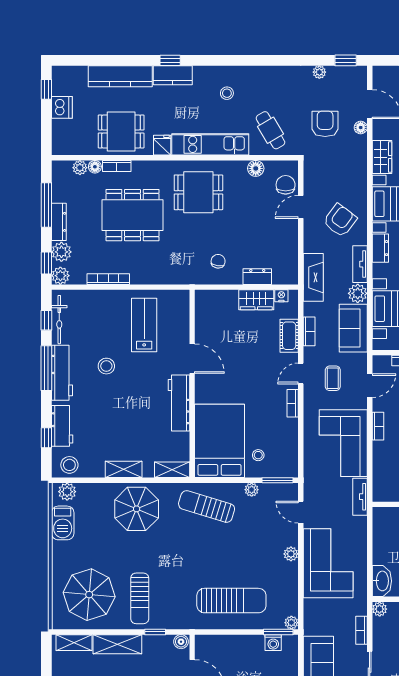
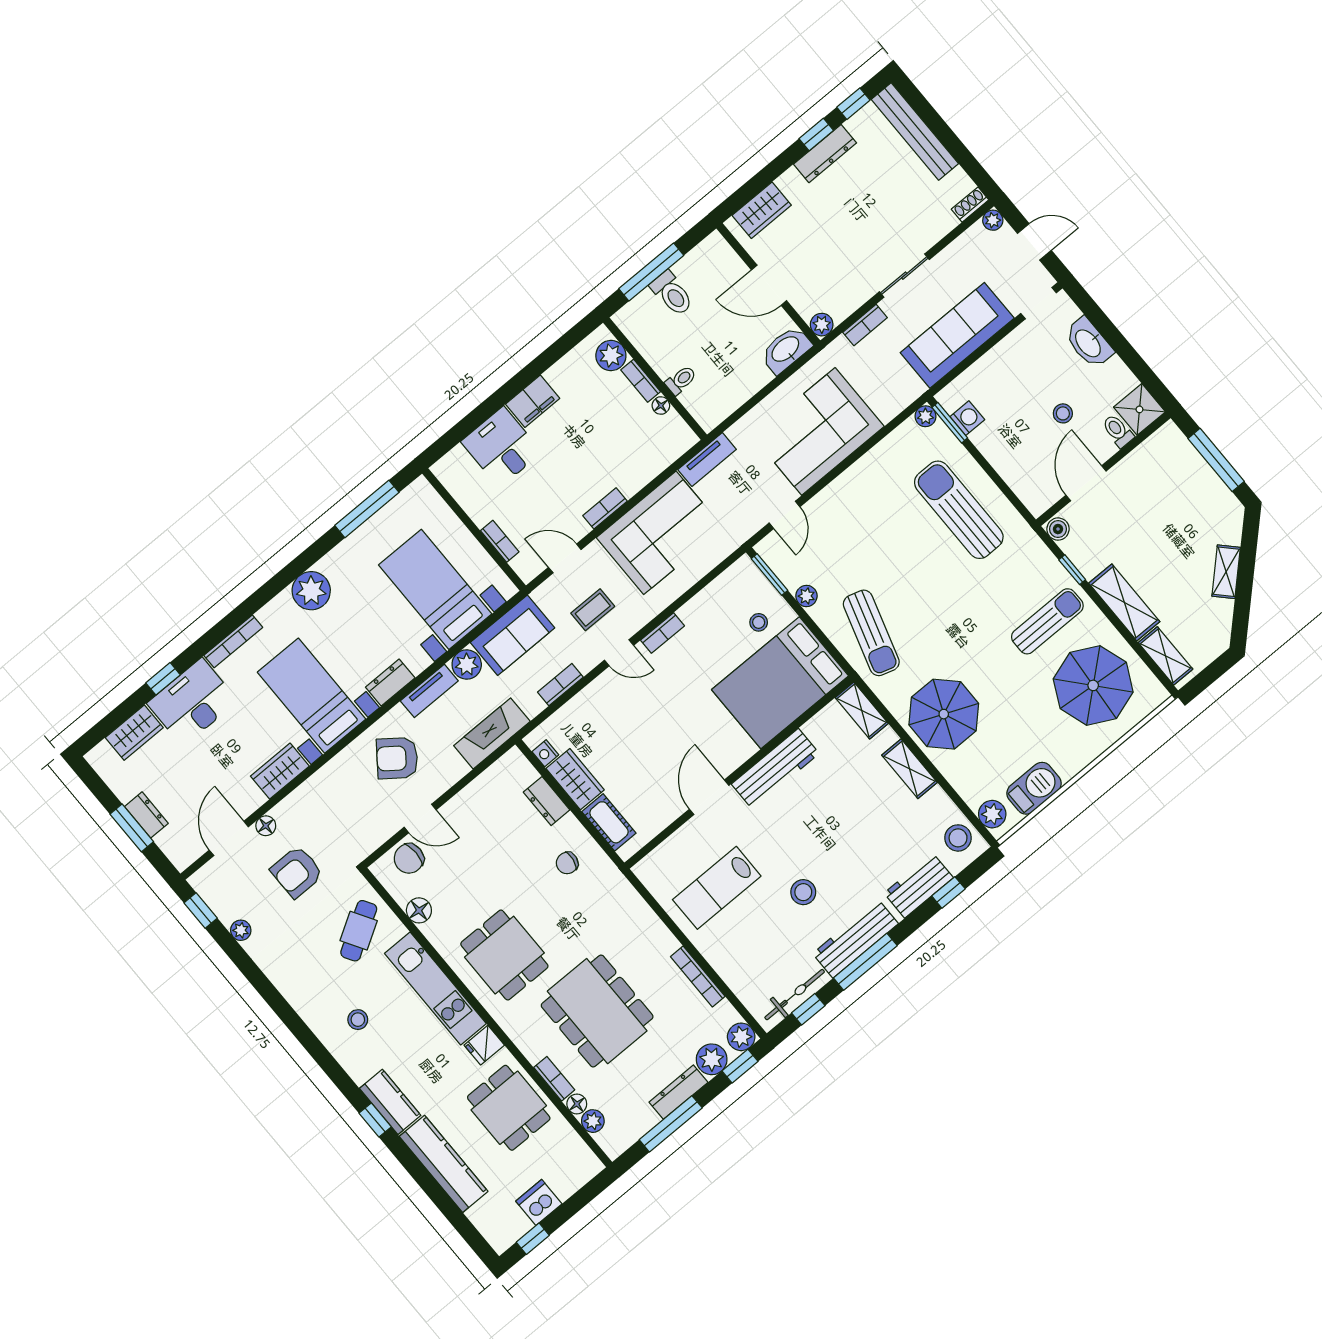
cot: (289, 336) -> (609, 822), moved, turned 90
plant: (291, 554) -> (844, 485), removed

